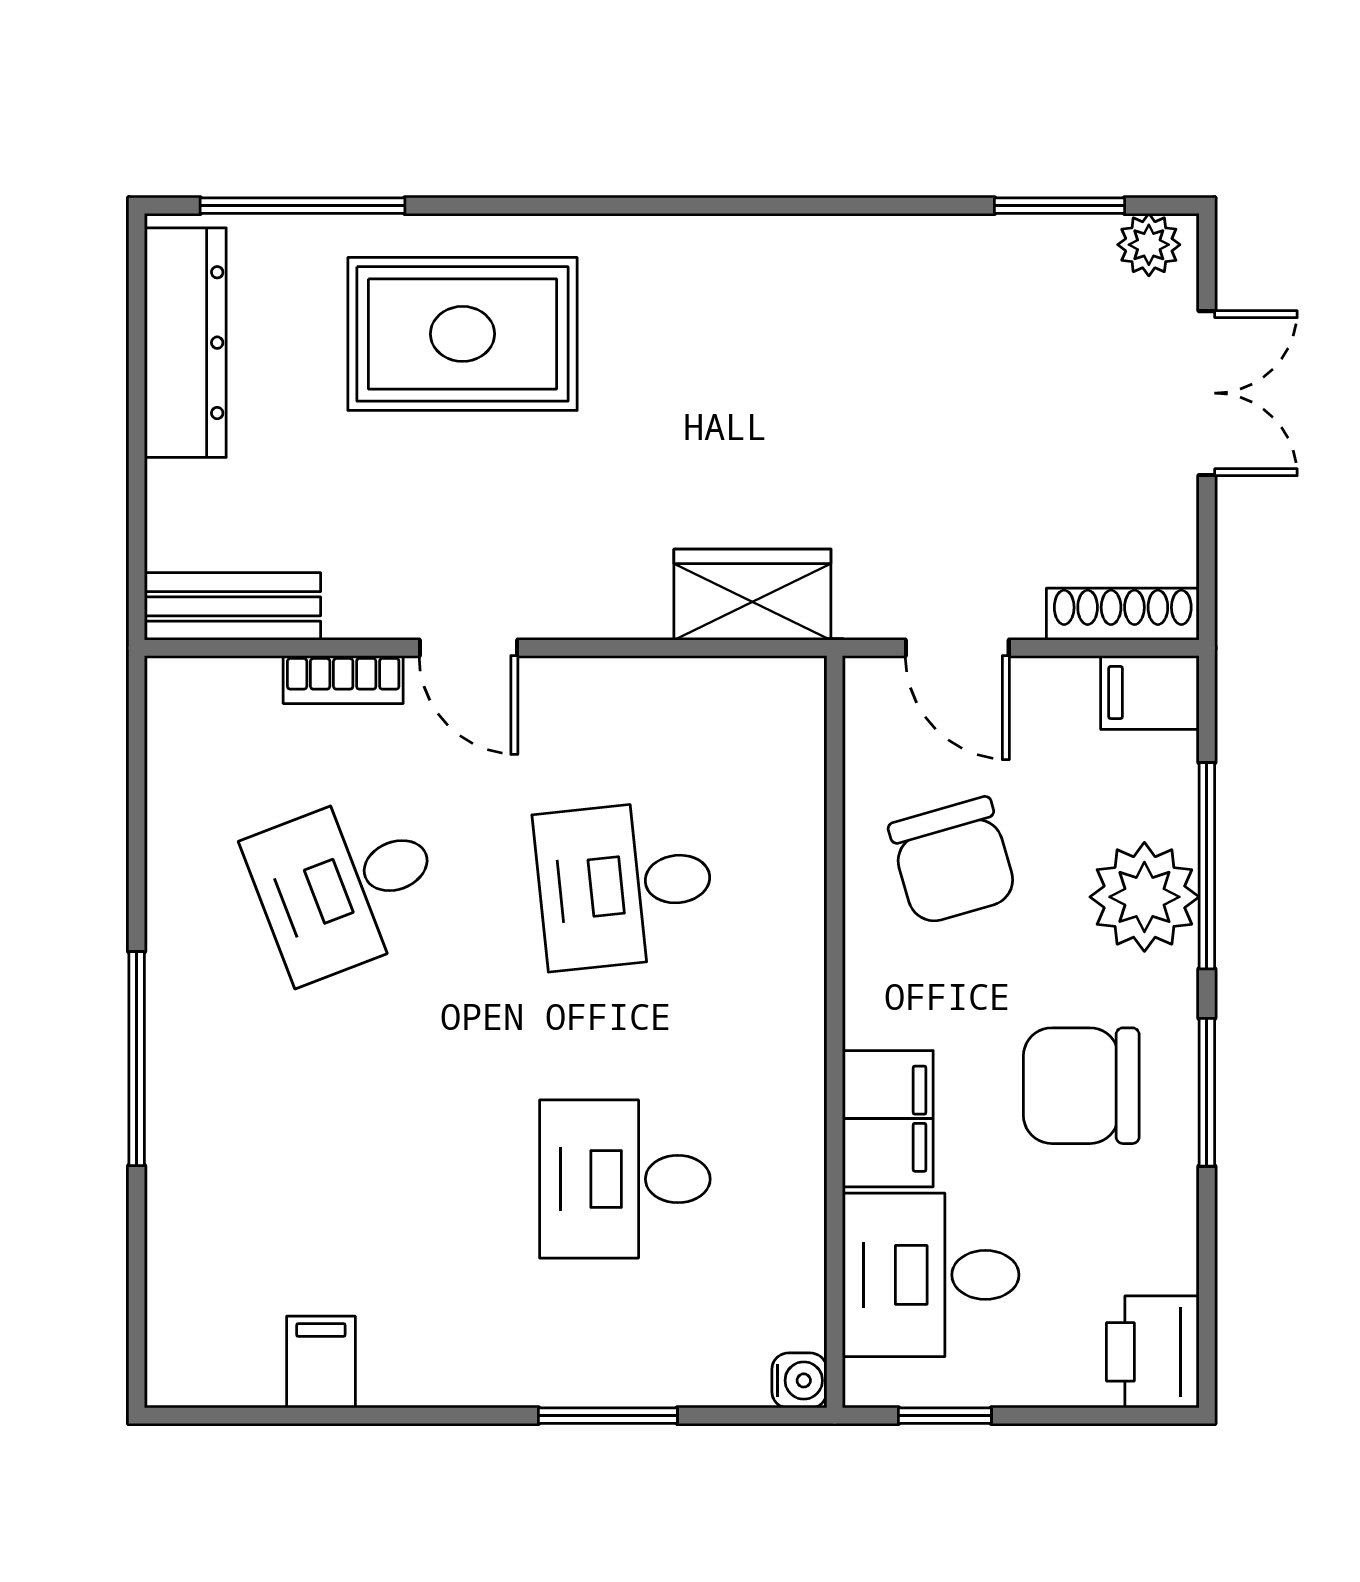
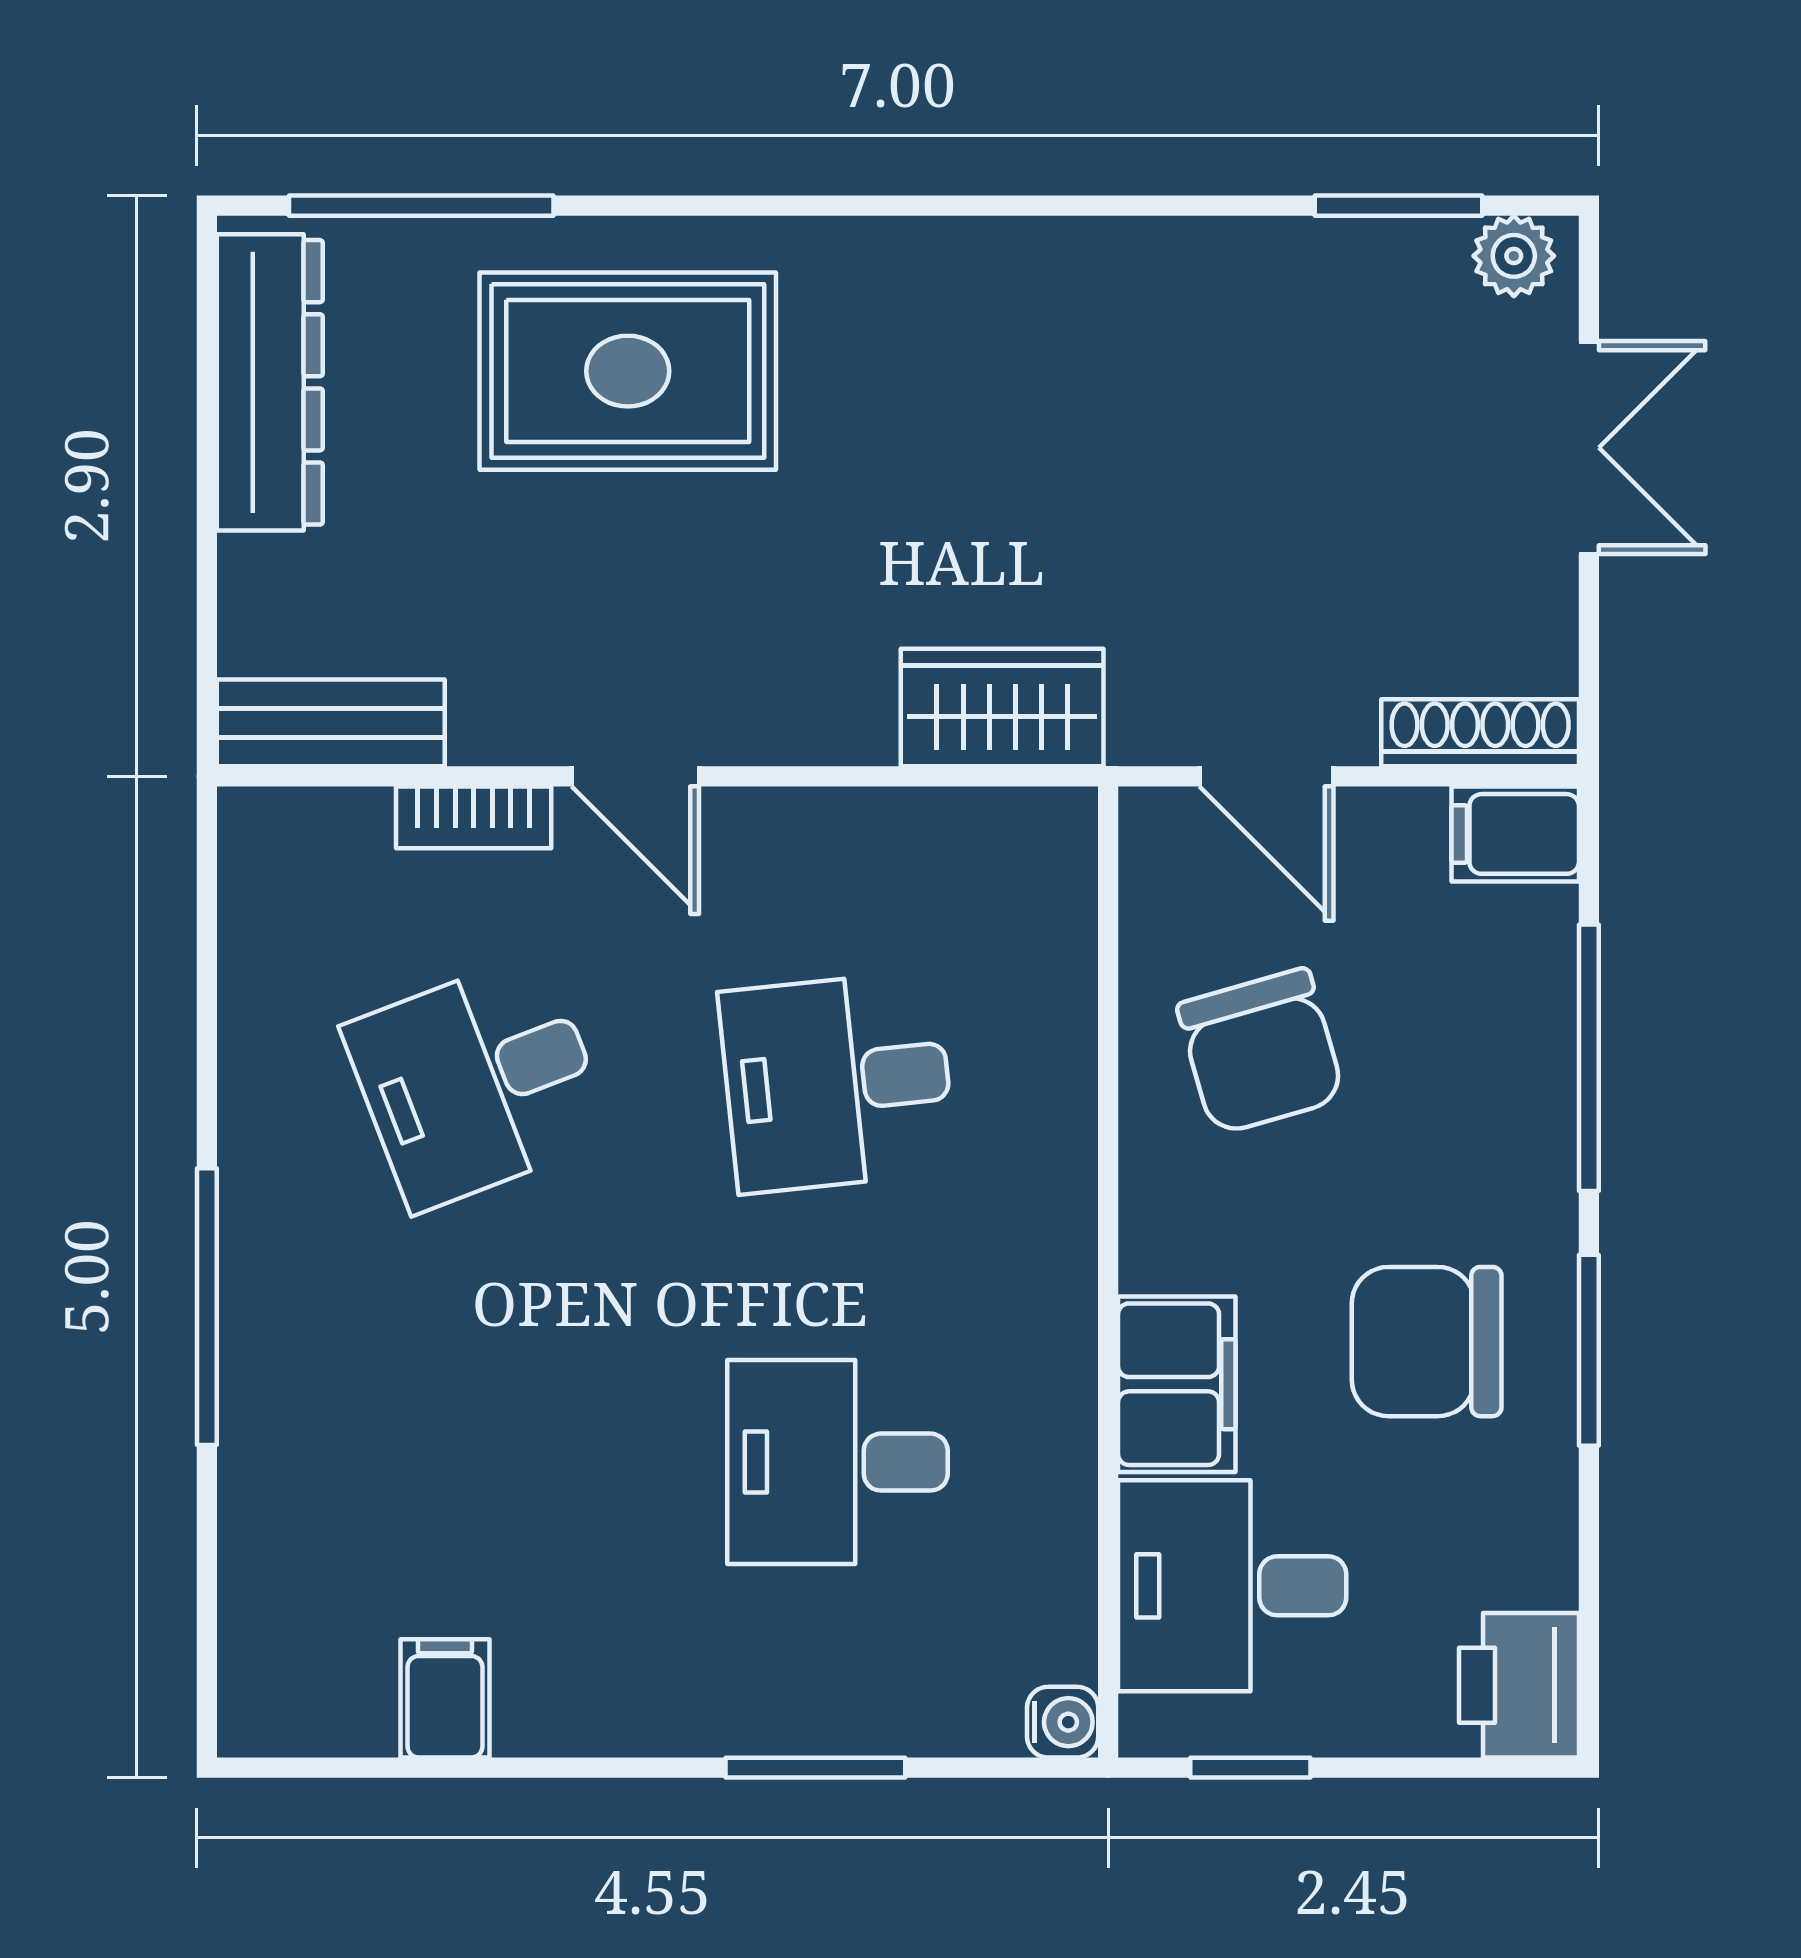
plant: (1144, 897) -> (1508, 1098), removed

